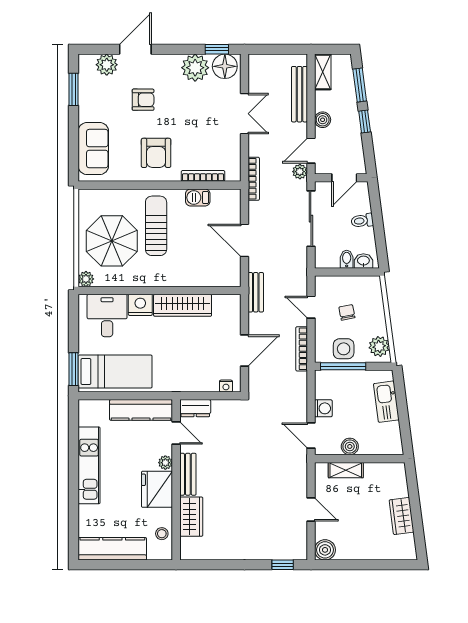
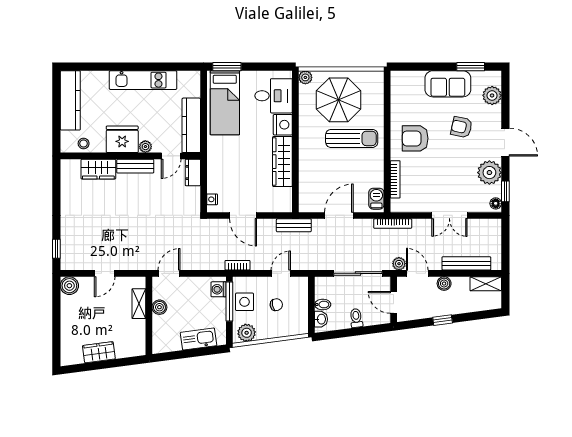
door: (135, 49) -> (505, 142), moved
floor lamp: (225, 66) -> (496, 203), width x0.53, depth x0.53
window: (360, 85) -> (474, 316), removed
armchair: (143, 100) -> (462, 127), turned 102
sofa: (93, 149) -> (448, 84), moved
barbecue: (198, 198) -> (376, 199), moved
bookcase: (302, 349) -> (238, 265), width x0.64
washing machine: (323, 408) -> (219, 289), moved, turned 90

